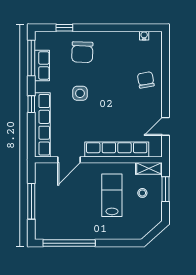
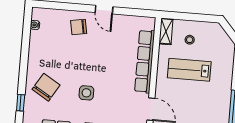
chair: (82, 52) -> (46, 87), turned -61
door: (165, 126) -> (104, 10), moved
window: (165, 189) -> (188, 17), removed

